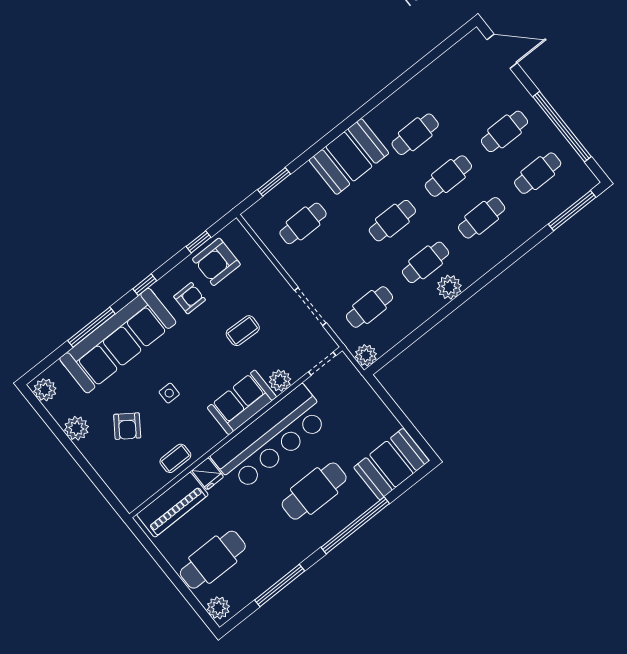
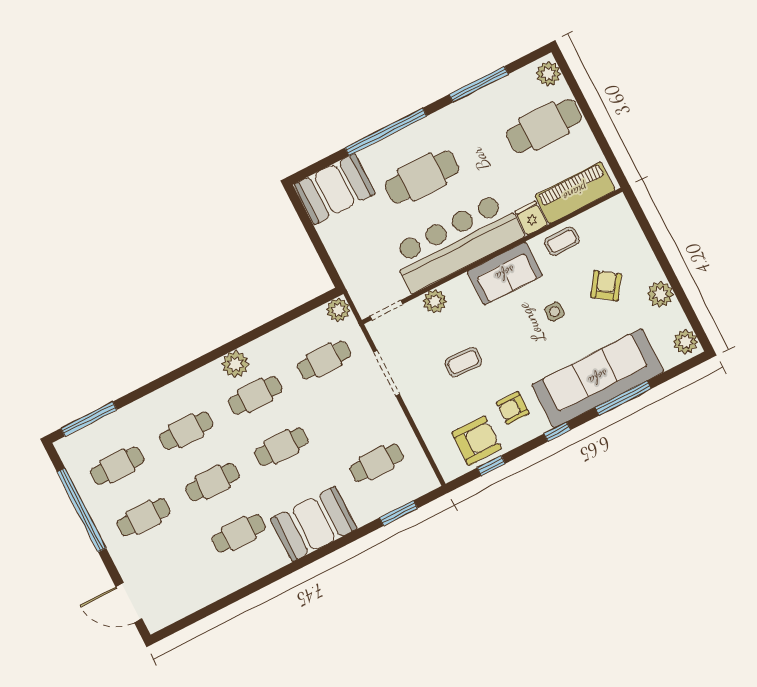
sofa: (242, 402) -> (505, 274), moved

